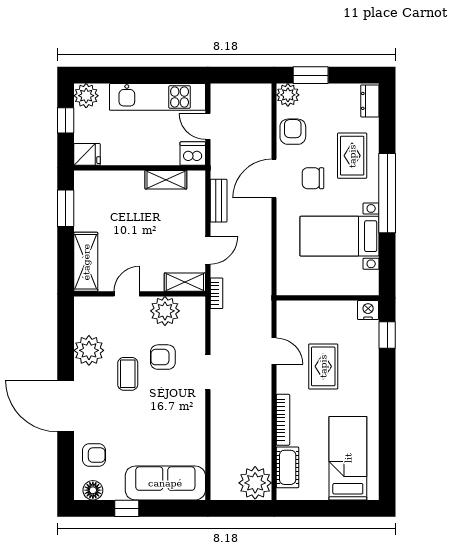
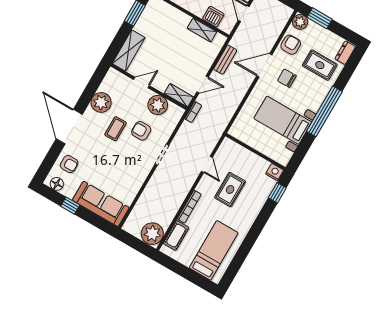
dishwasher: (193, 154) -> (213, 17), moved
rug: (352, 156) -> (320, 65), moved, turned 90

